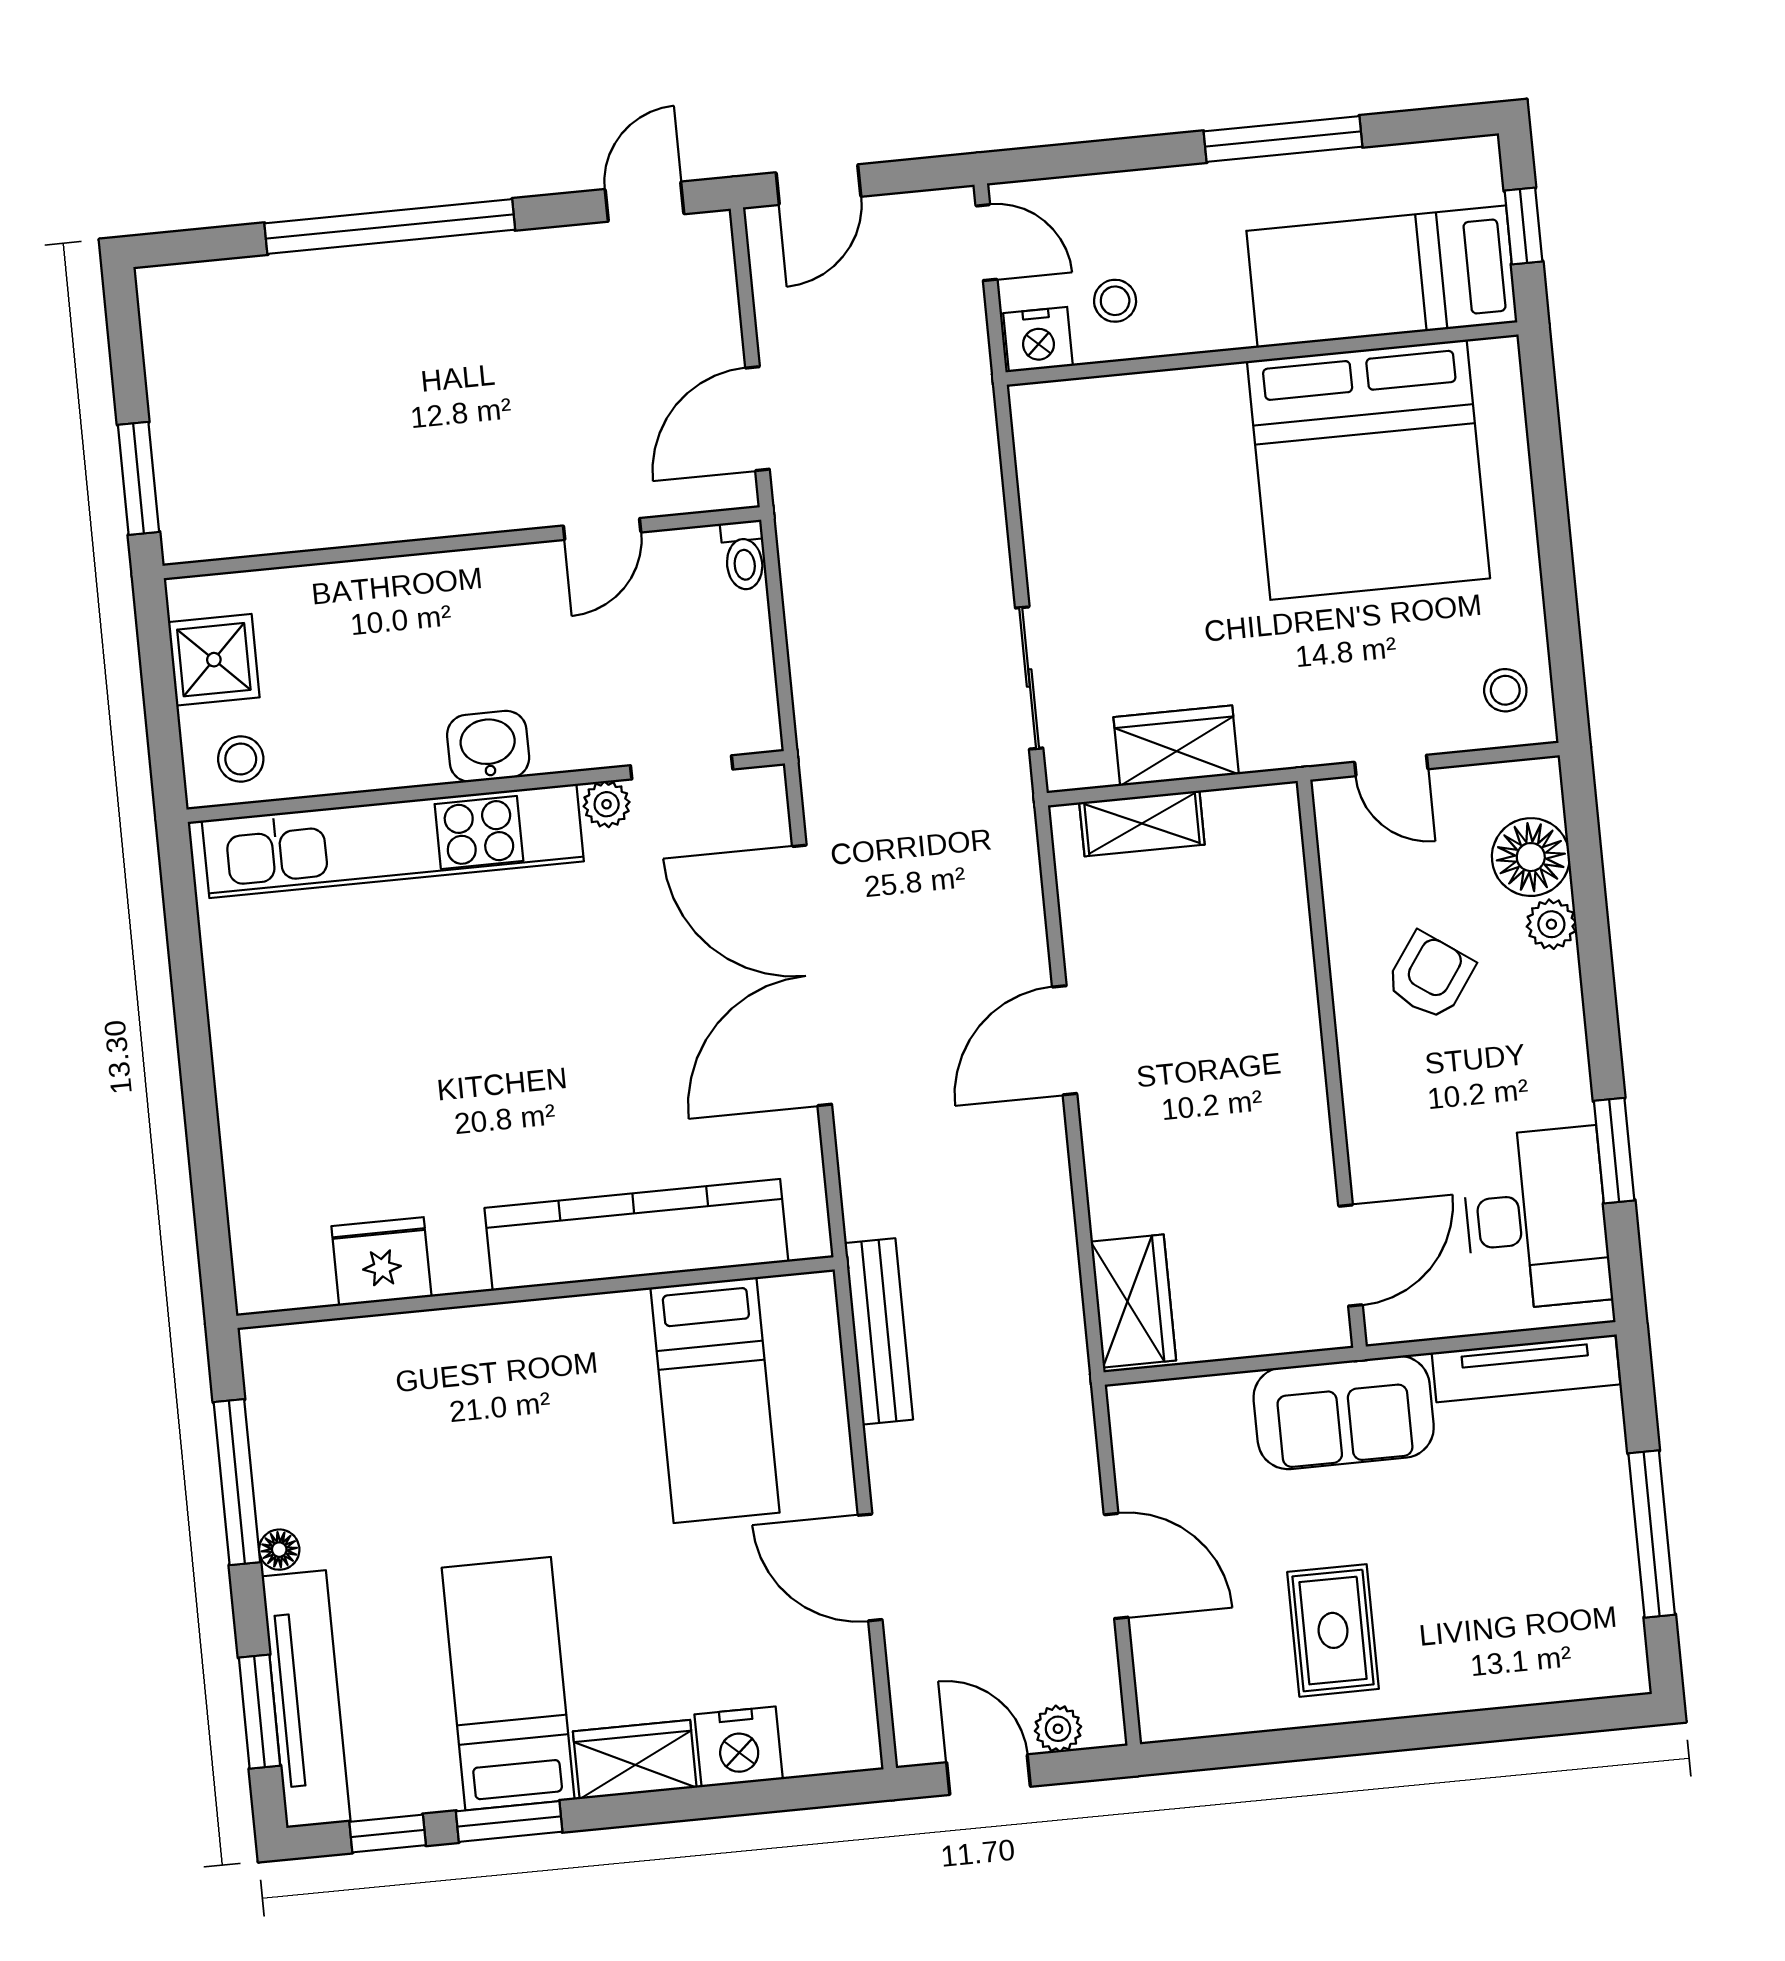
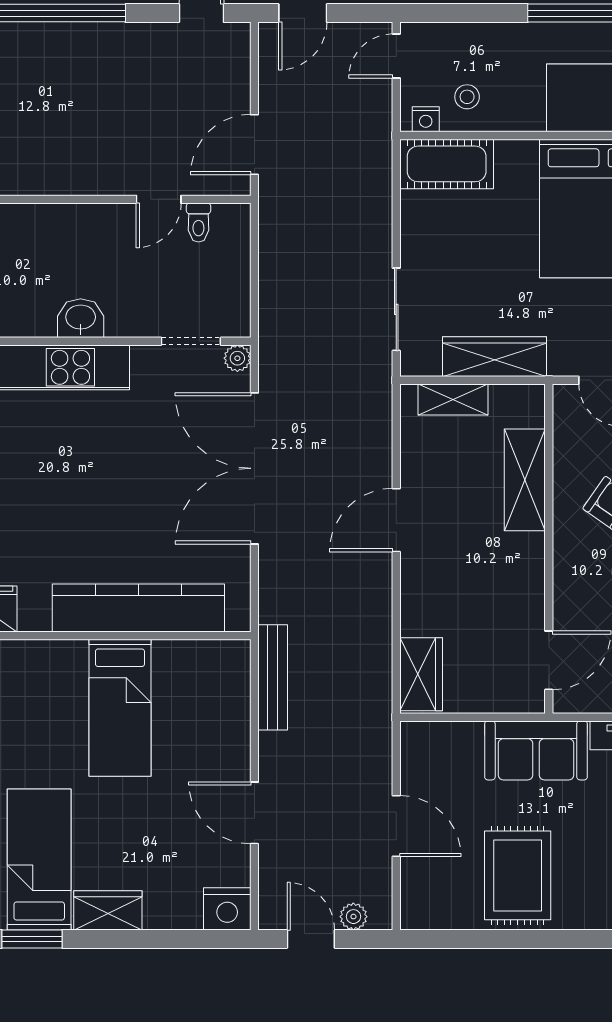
door: (986, 243) -> (396, 56), swing flipped
nightstand: (1038, 339) -> (426, 119), width x0.72, depth x0.74
cot: (1091, 420) -> (447, 164), added
toilet: (744, 555) -> (198, 223), moved
wardrobe: (1176, 746) -> (494, 357), width x1.50
plant: (607, 804) -> (237, 358), moved
shelving: (1279, 950) -> (525, 480), added
bed: (715, 1400) -> (120, 708), moved
rug: (1333, 1630) -> (518, 875), width x1.36, depth x1.43
nightstand: (739, 1747) -> (227, 909), moved

